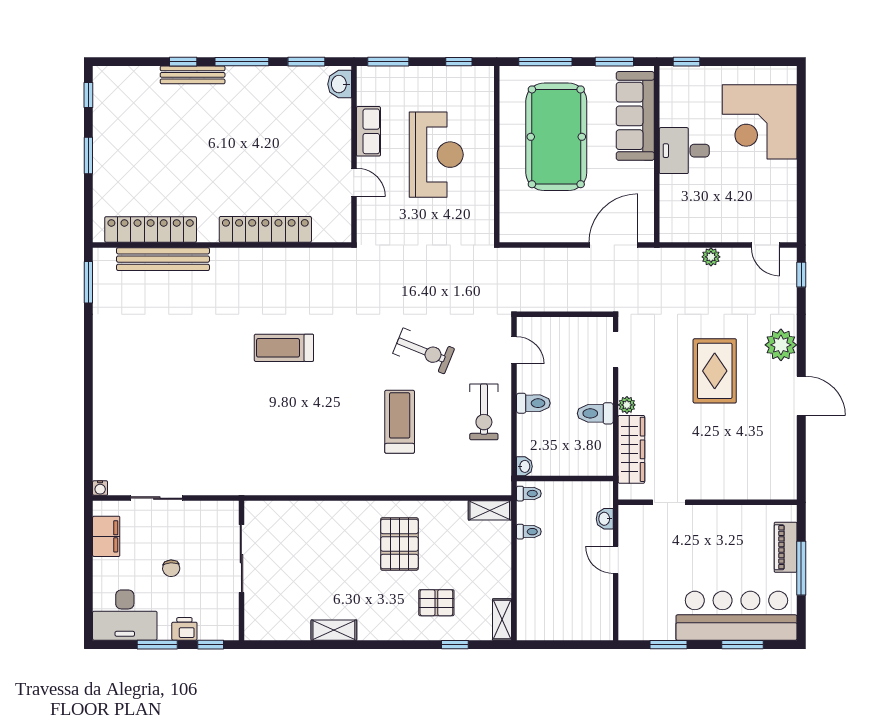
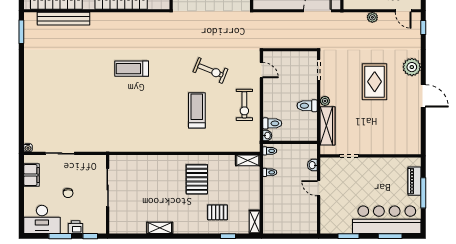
toilet: (533, 403) -> (272, 123), moved

